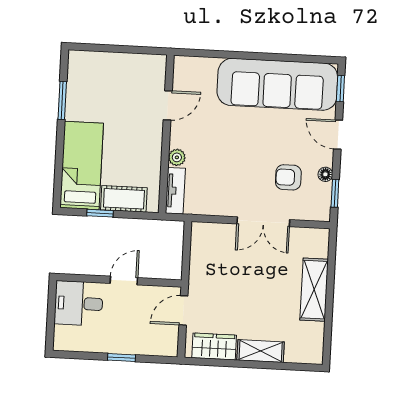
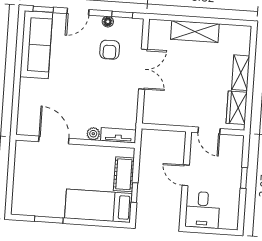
sofa: (277, 84) -> (36, 45), width x0.74, depth x0.79
door: (168, 105) -> (54, 140), width x1.38

